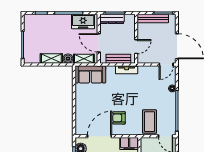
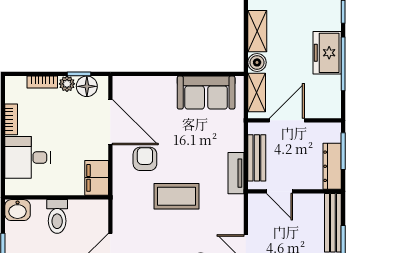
dresser: (112, 19) -> (332, 166), moved
freezer: (83, 22) -> (327, 53), moved
sofa: (90, 74) -> (206, 93), moved, turned -90
coffee table: (149, 122) -> (176, 196), moved

